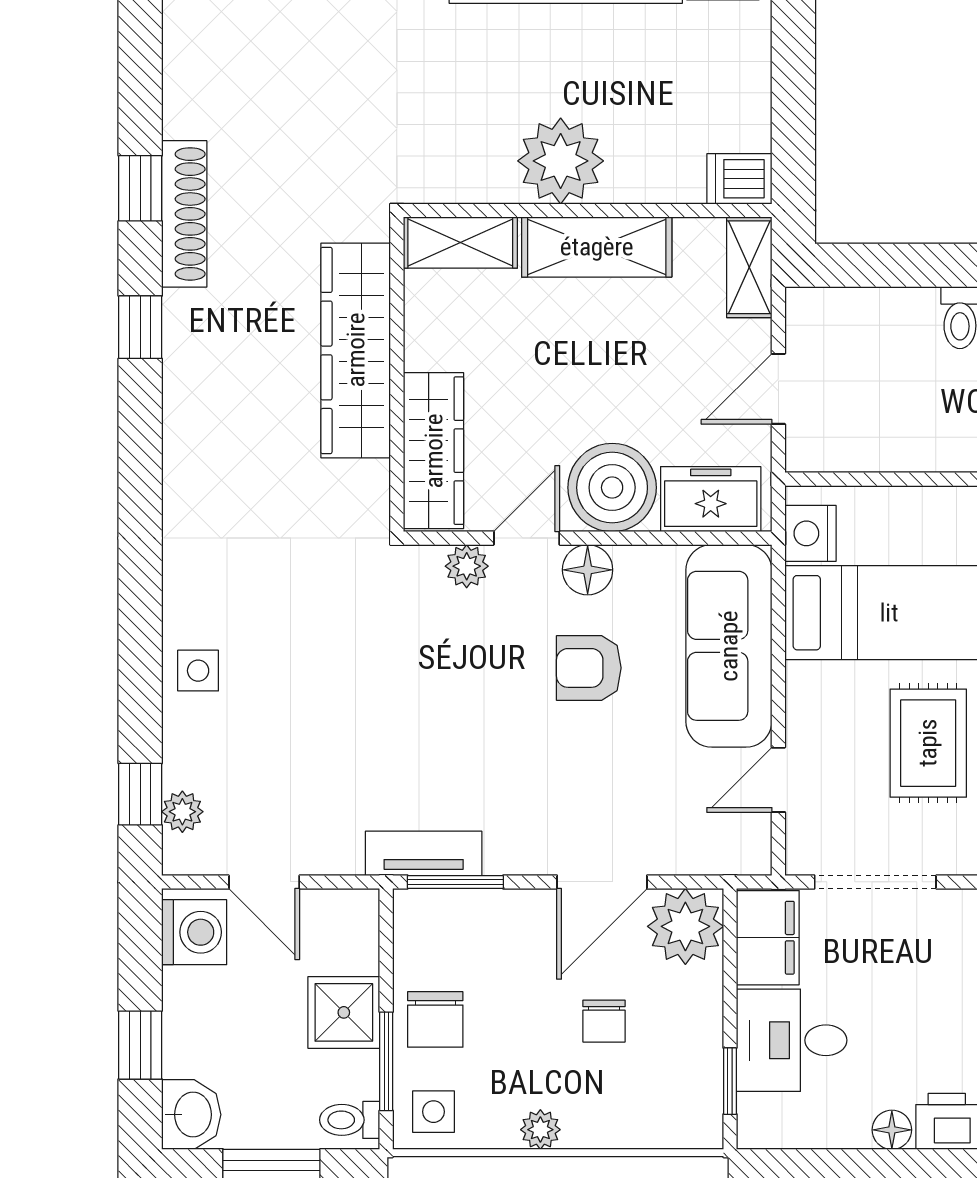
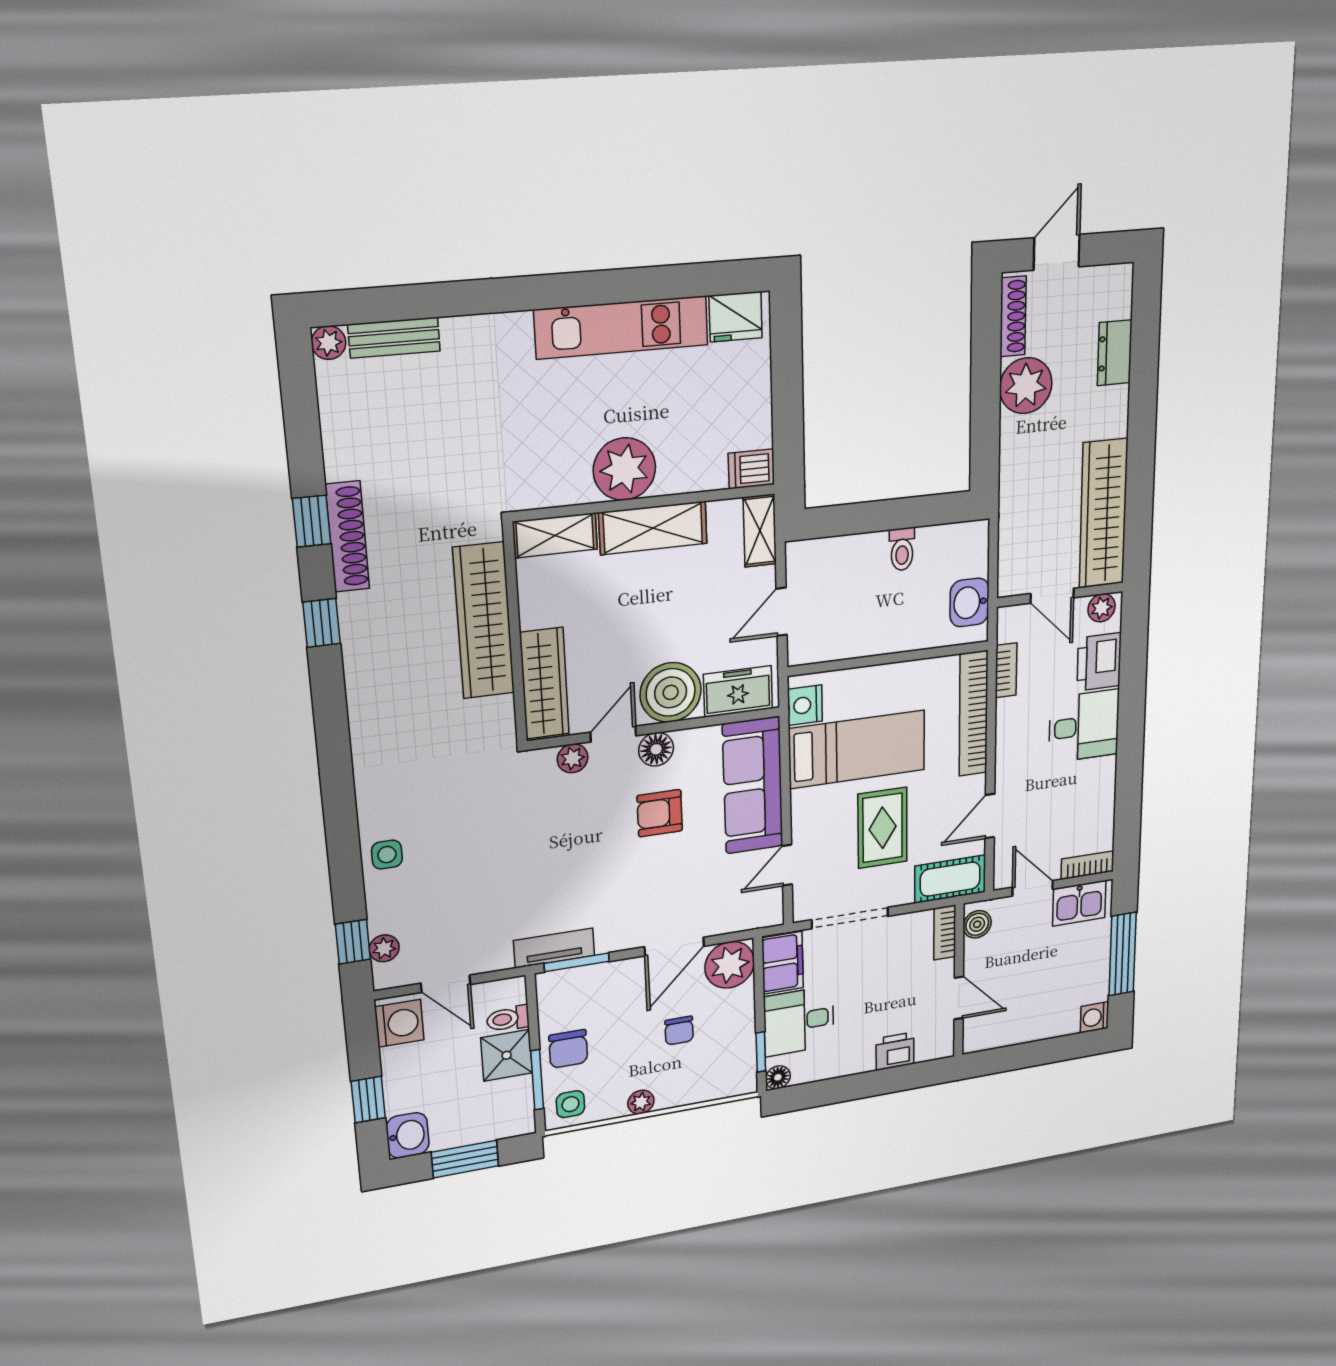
toilet: (350, 1120) -> (508, 1019), moved
floor lamp: (892, 1130) -> (778, 1077), moved

